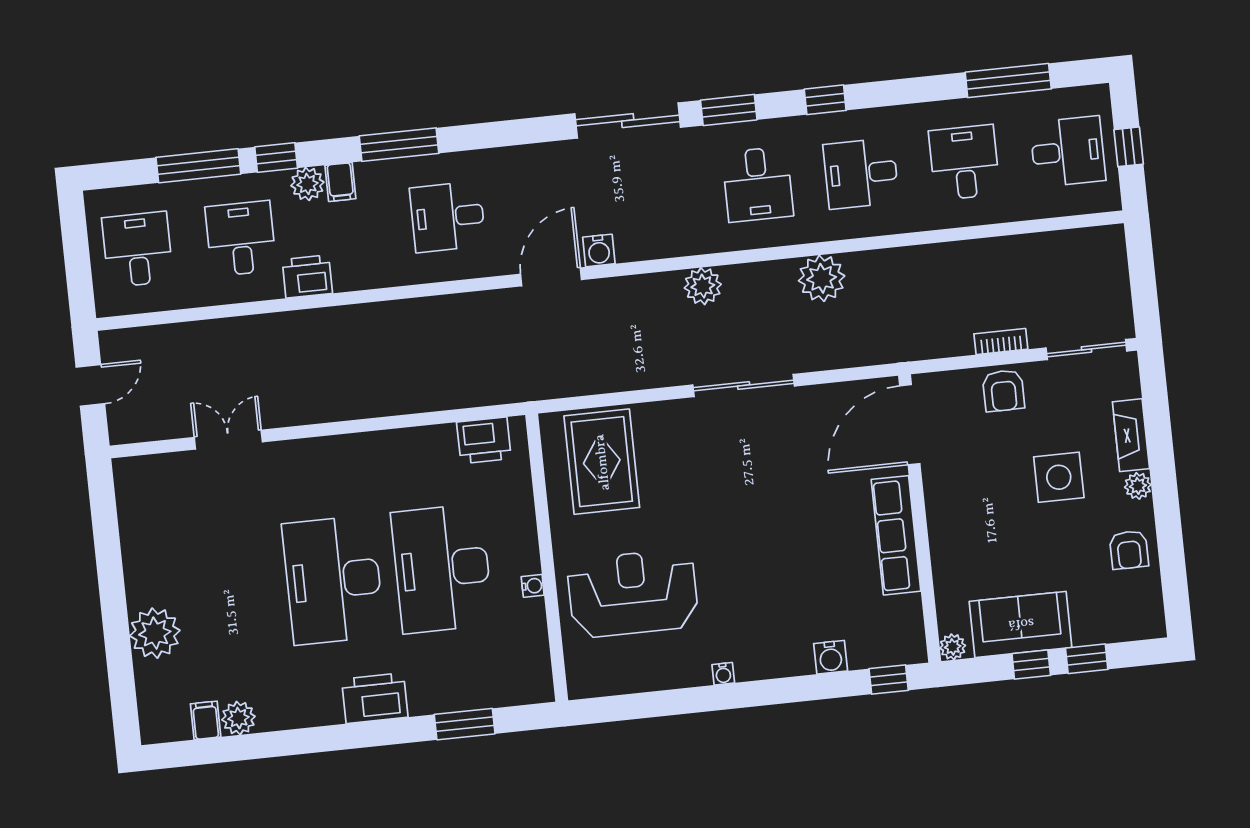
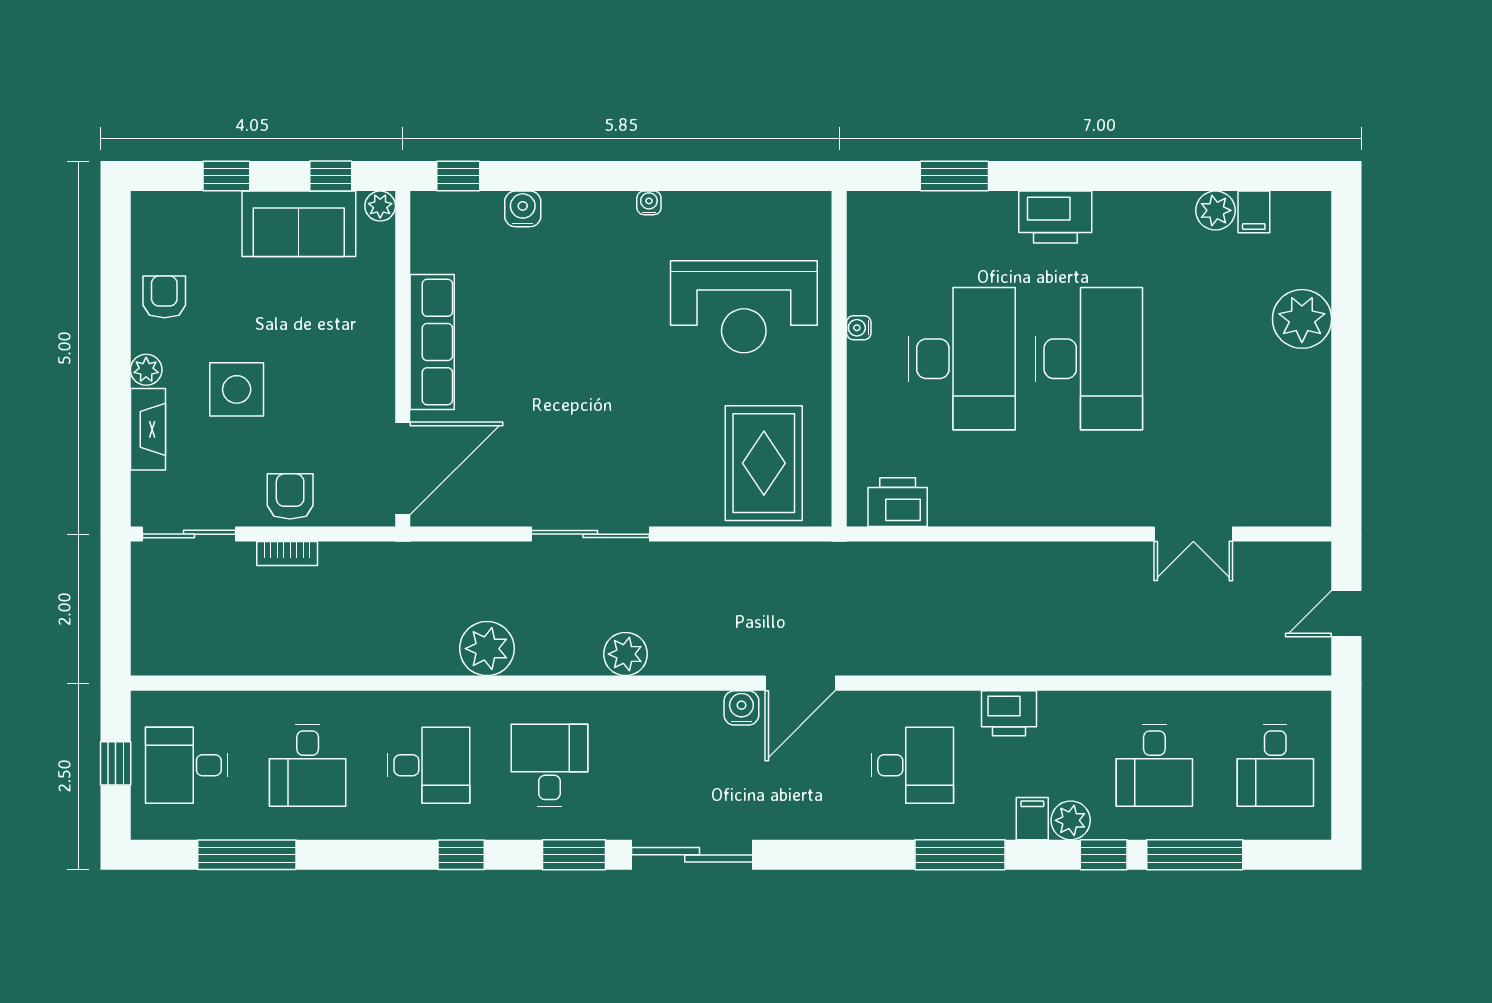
printer: (307, 276) -> (1009, 713), moved
window: (1031, 665) -> (331, 176), moved

